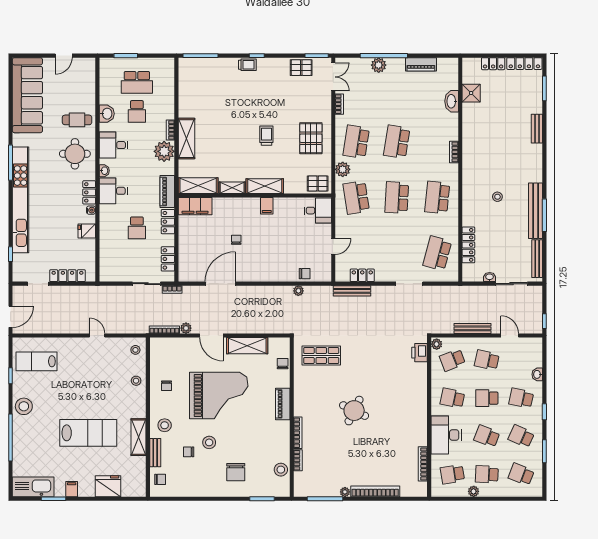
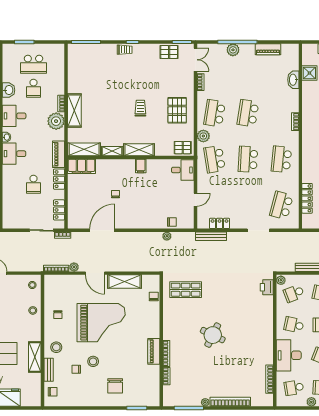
piano: (283, 404) -> (154, 351), moved
stool: (281, 470) -> (152, 384), removed

